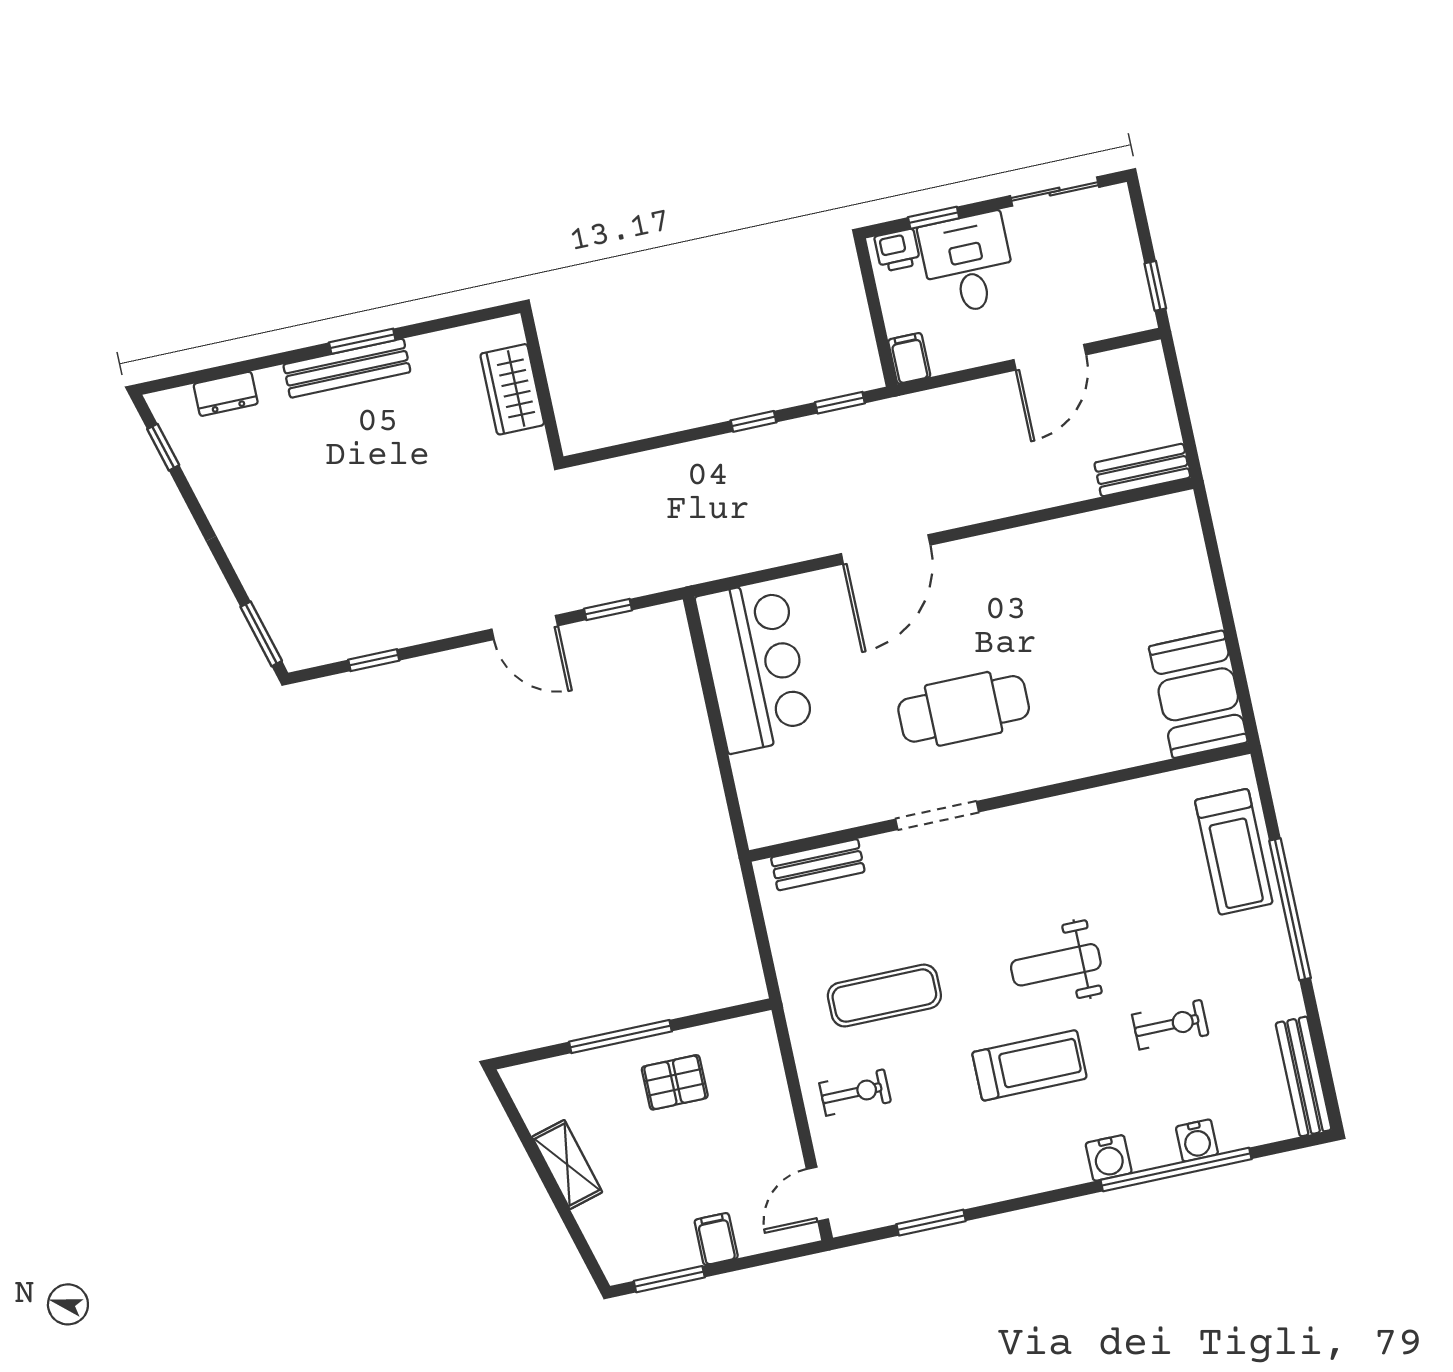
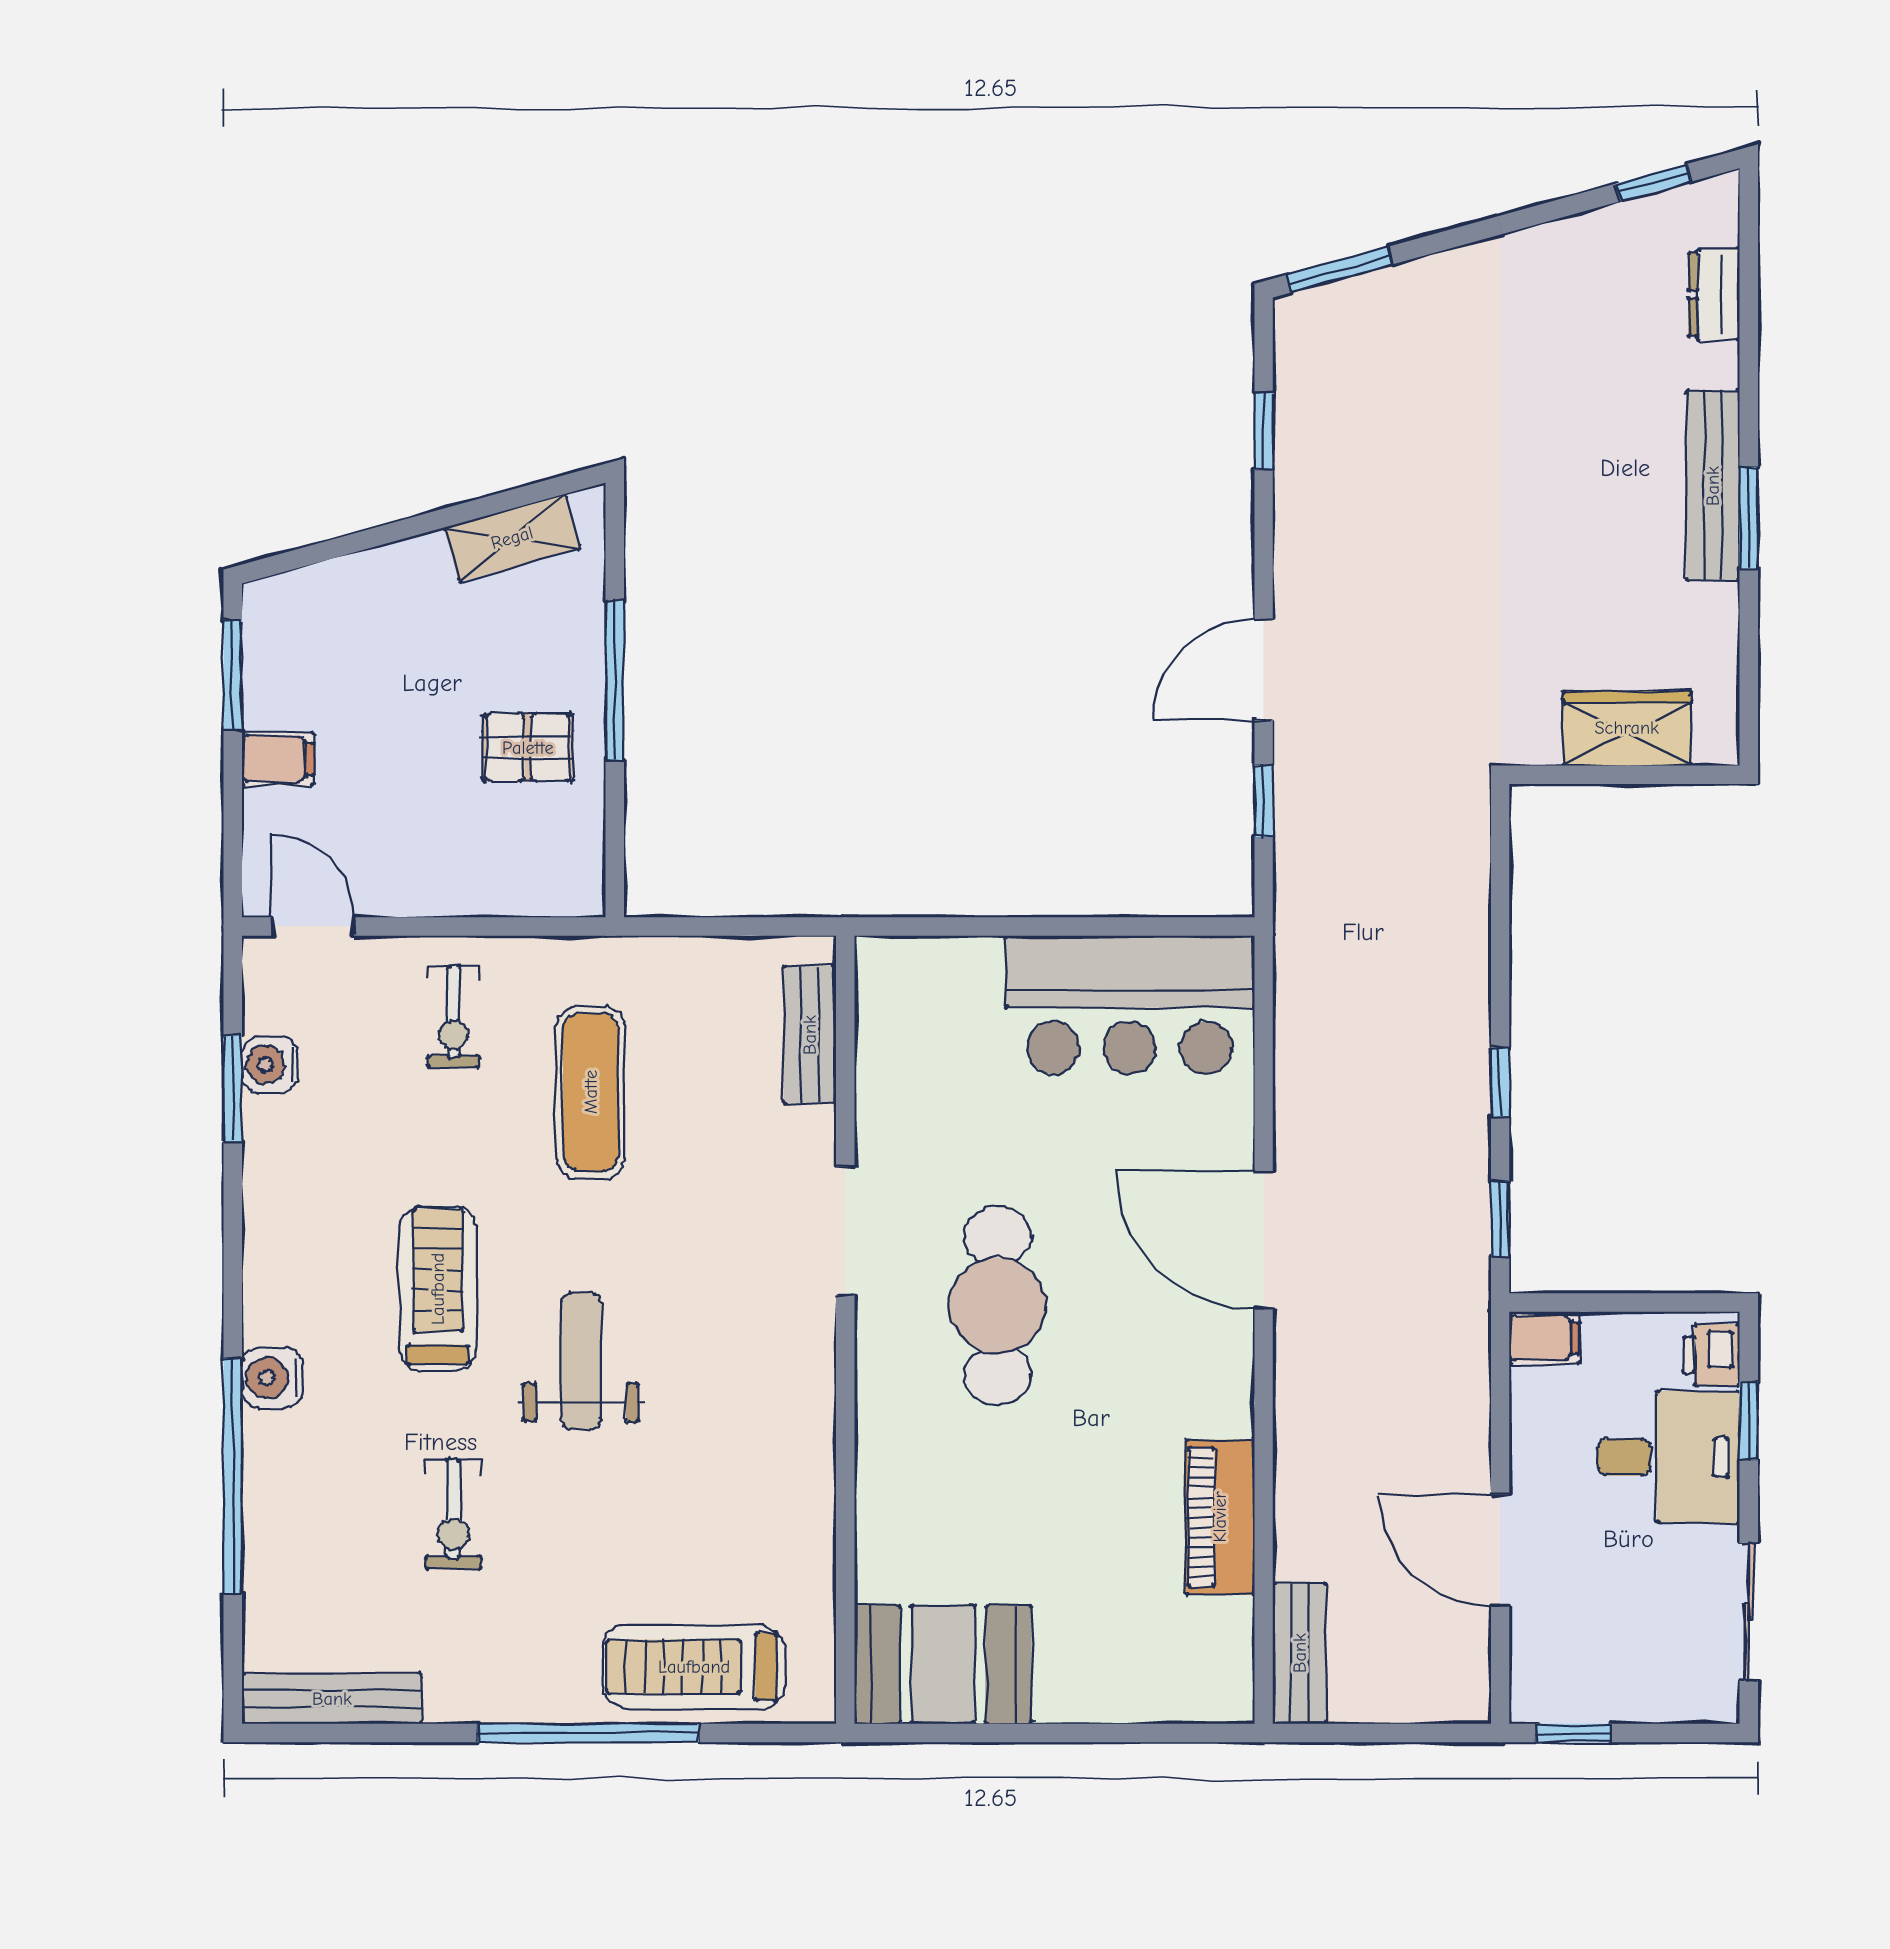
piano: (1067, 539) -> (1220, 1517), added
treadmill: (1029, 1065) -> (438, 1289), turned 180
pallet: (675, 1082) -> (528, 748), turned 90
water cooler: (1197, 1140) -> (270, 1065), moved
shelving: (567, 1164) -> (512, 538), moved

